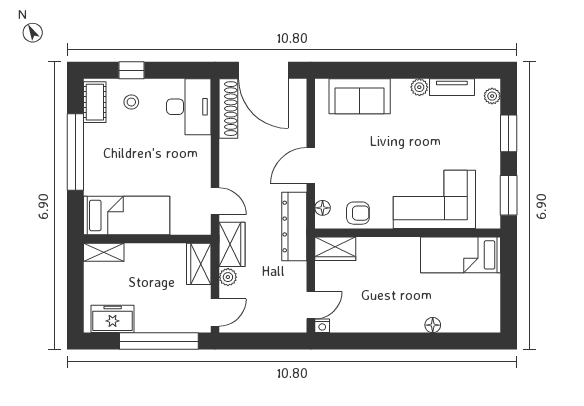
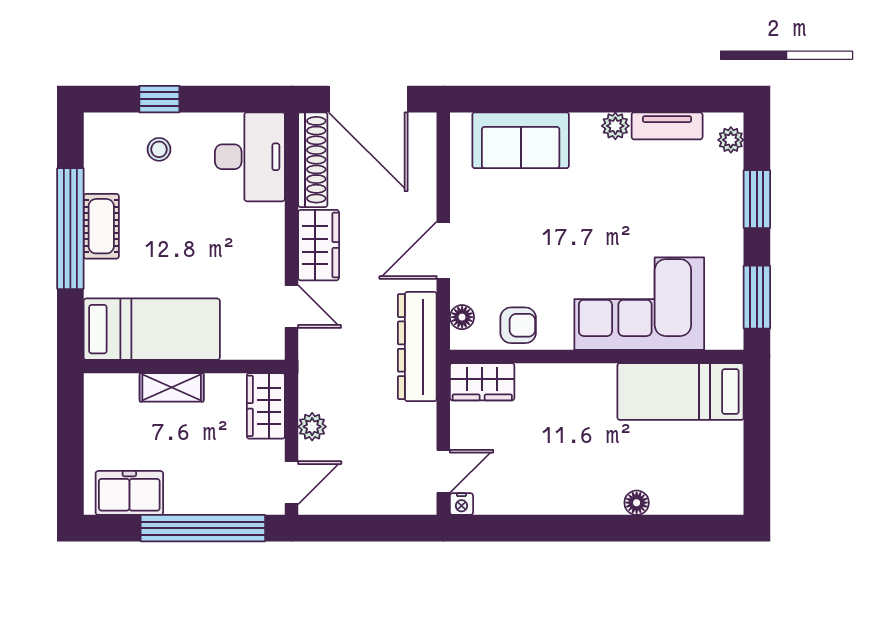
cot: (95, 102) -> (101, 226), moved
wardrobe: (232, 244) -> (319, 245), moved
shelving: (104, 252) -> (172, 387), moved

